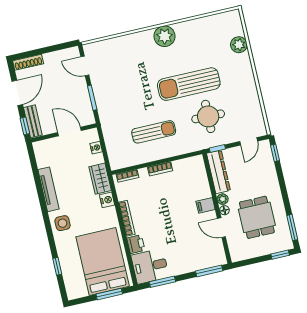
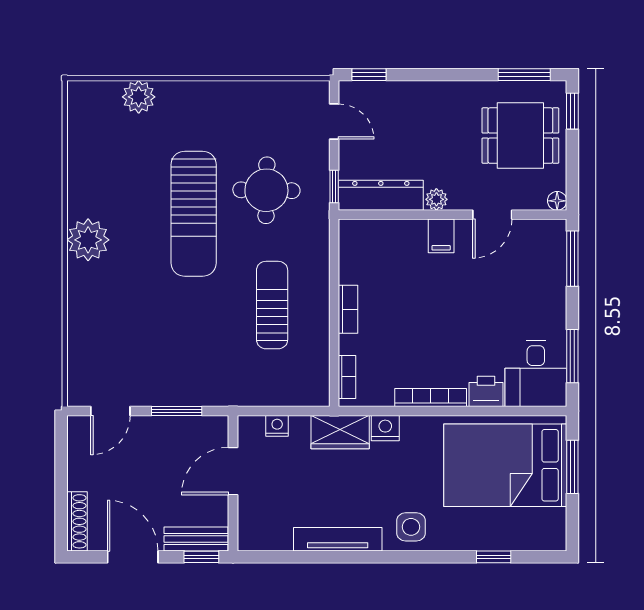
floor lamp: (224, 210) -> (557, 201), moved
dining table: (257, 217) -> (520, 136), moved

